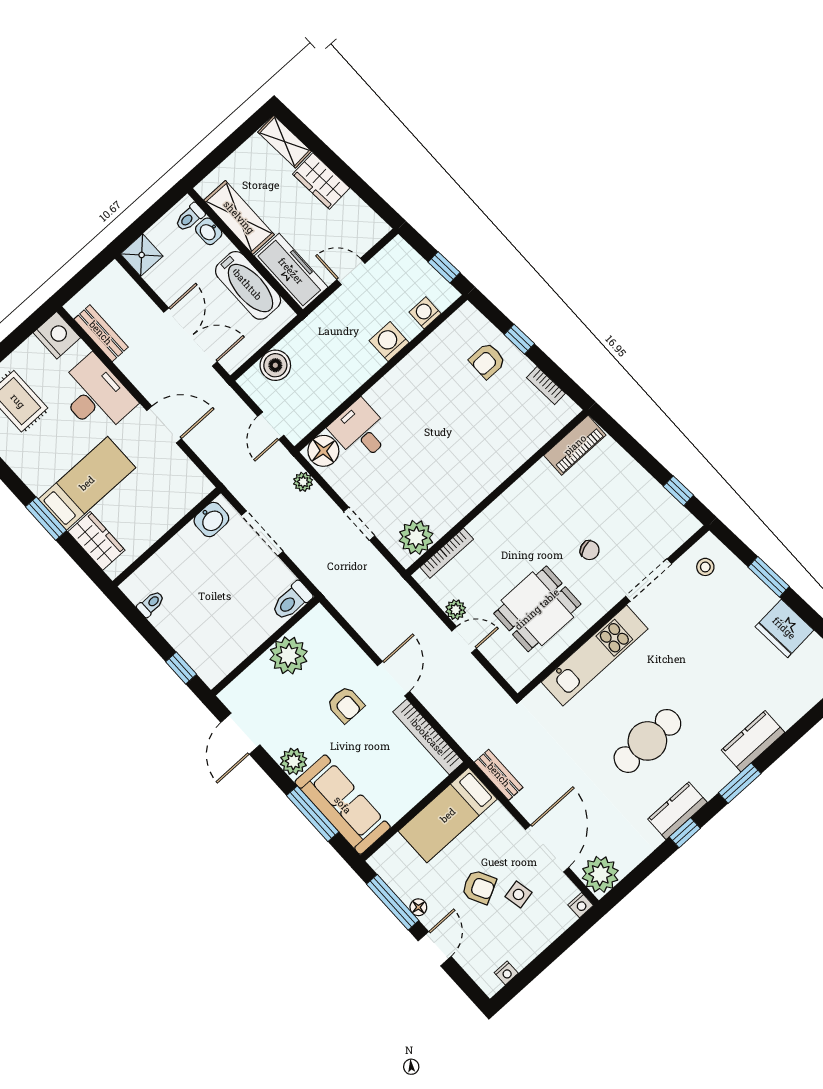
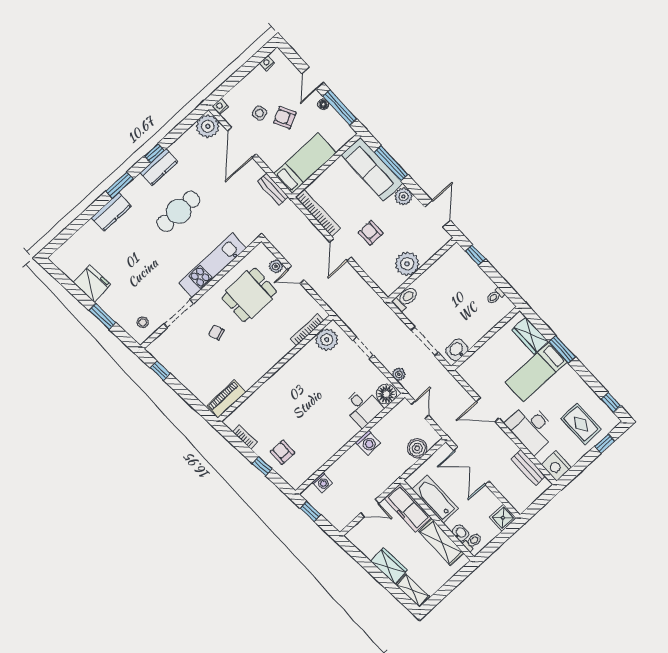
washing machine: (389, 342) -> (368, 443), moved
armchair: (487, 361) -> (282, 452), turned -90
plant: (456, 610) -> (276, 266), moved

